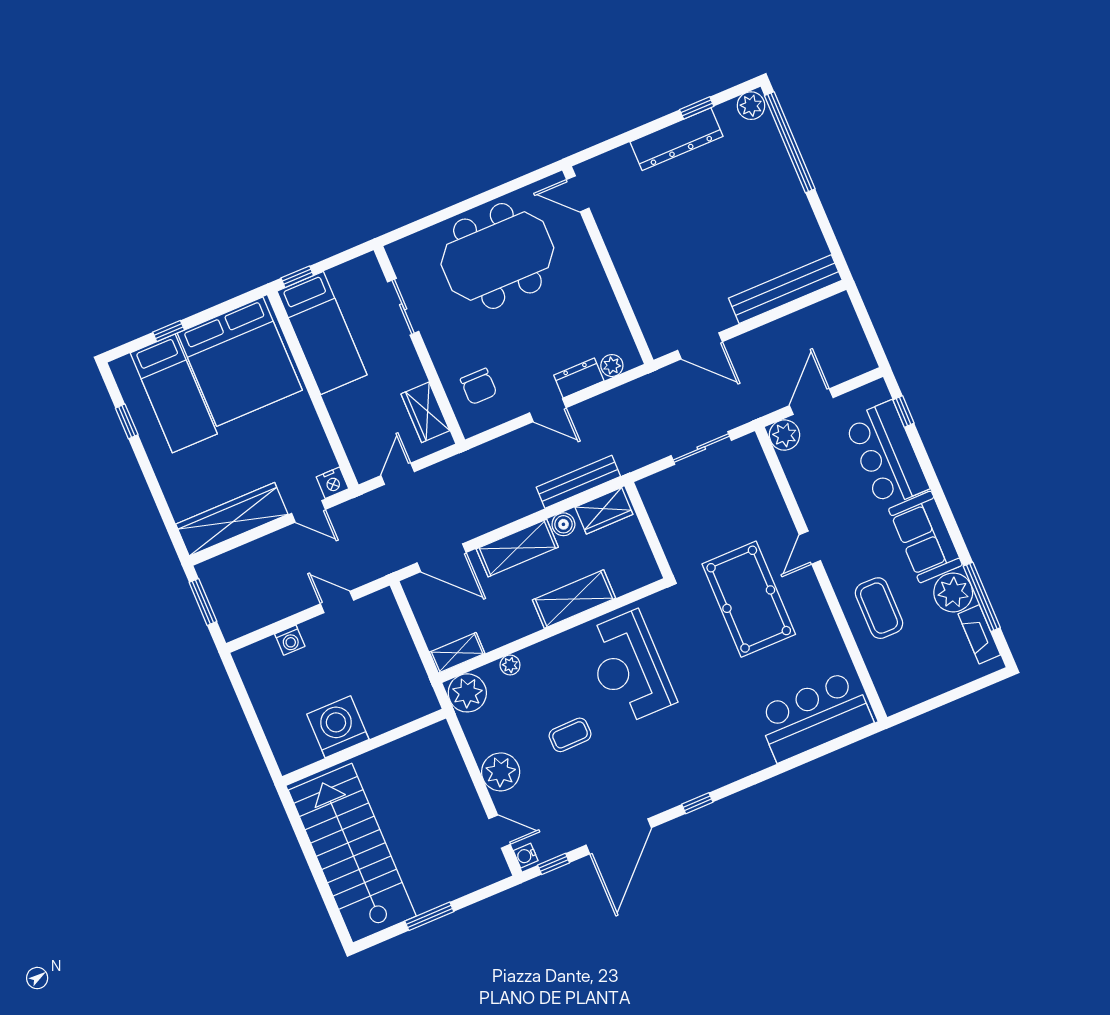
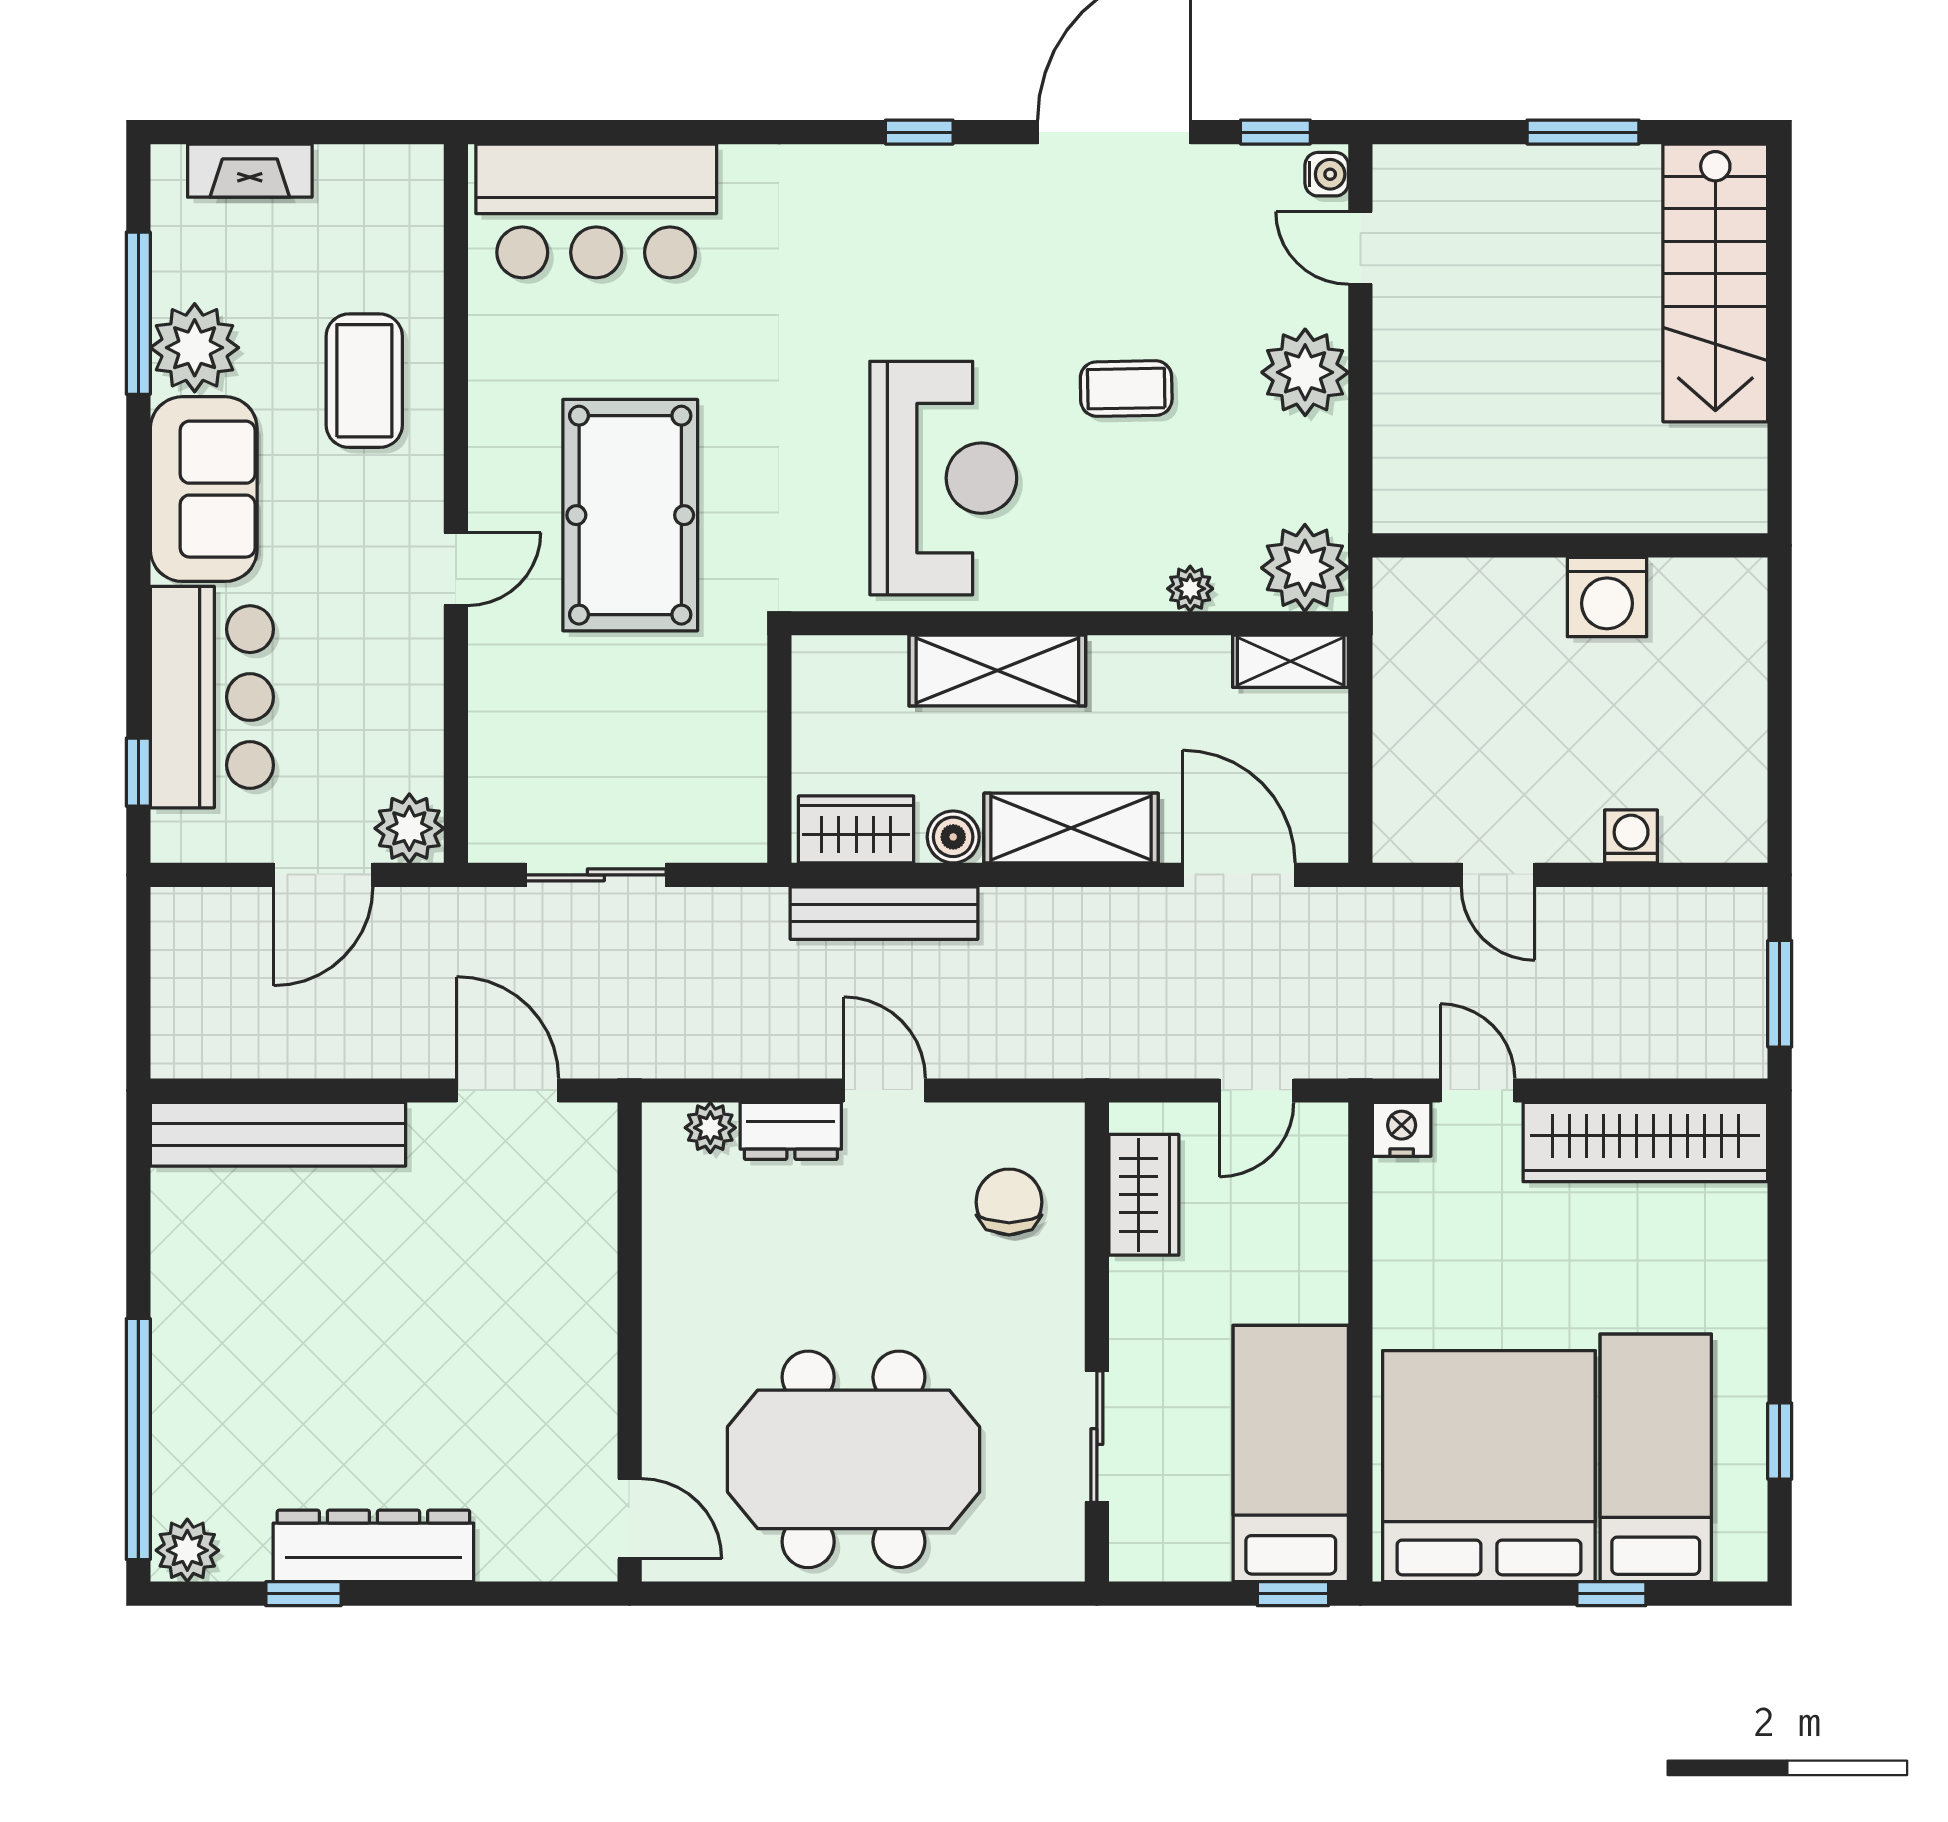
fireplace: (979, 634) -> (250, 171), moved, turned 90
washing machine: (338, 727) -> (1607, 597), width x0.73, depth x0.73
stairs: (352, 853) -> (1715, 283), width x0.73, depth x0.66

